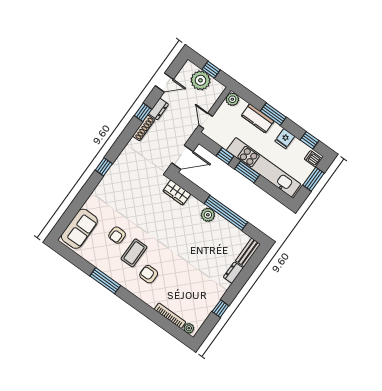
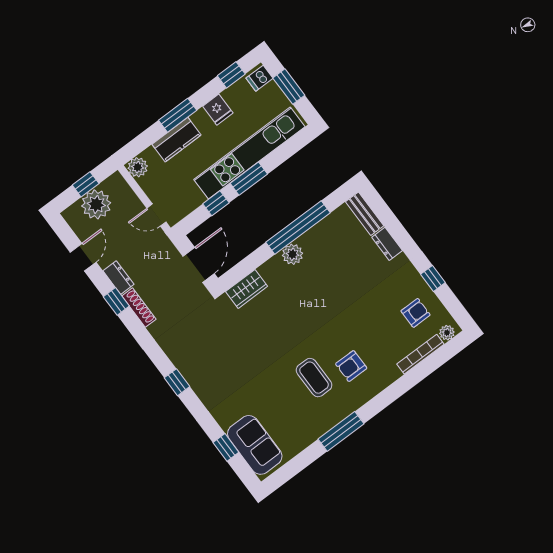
window: (72, 211) -> (226, 447), added
armchair: (117, 235) -> (416, 313), moved, turned -91

